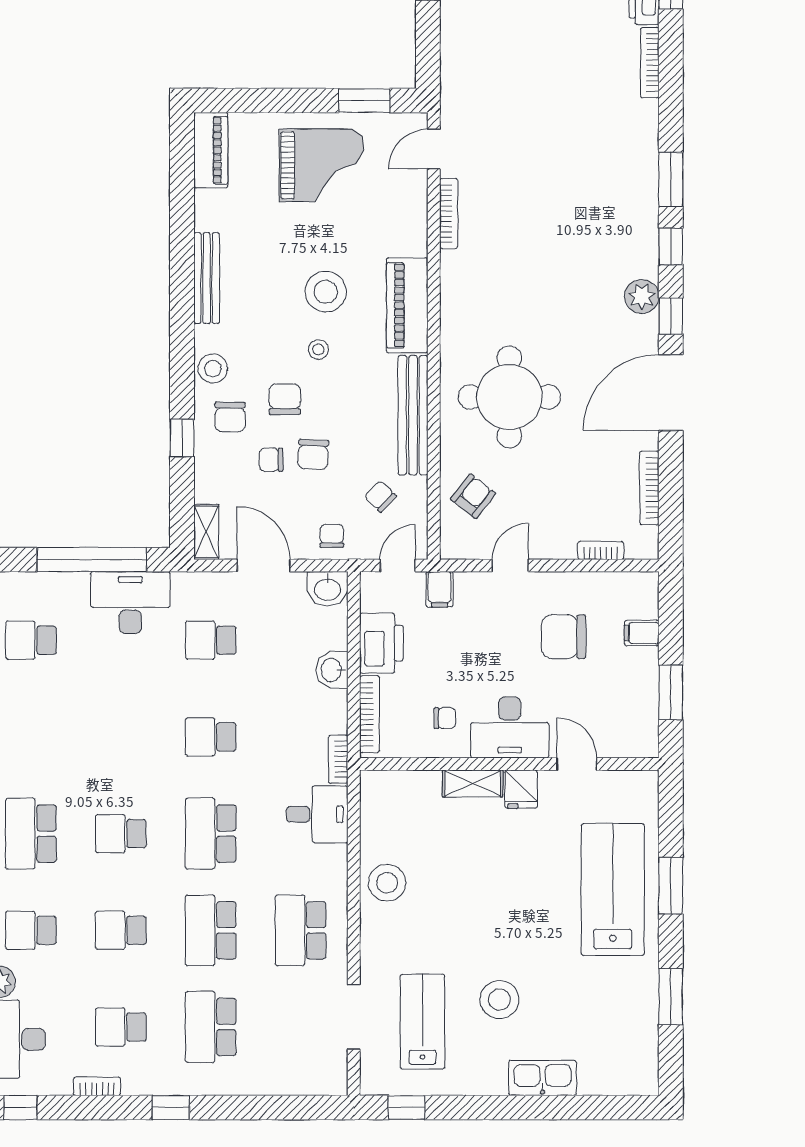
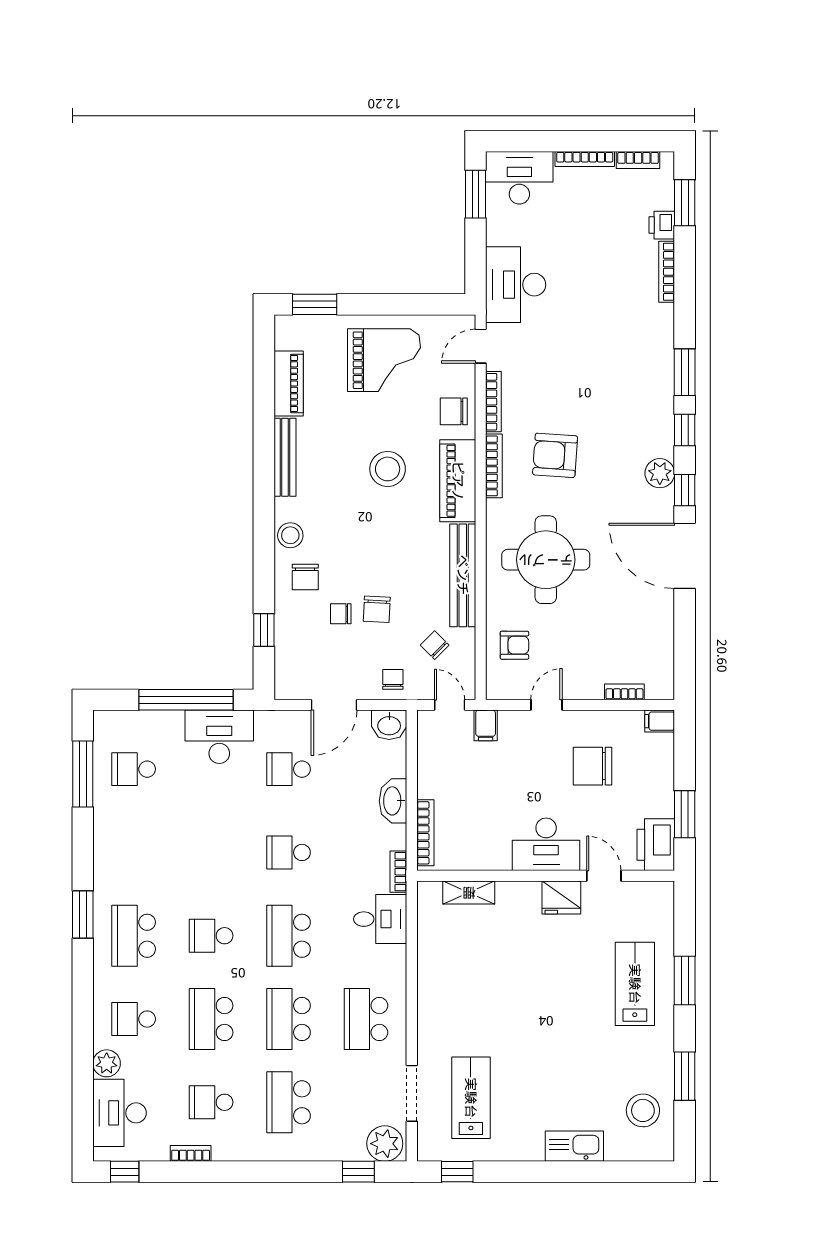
desk: (474, 78) -> (516, 285), added
window: (364, 101) -> (315, 304), moved
piano: (211, 150) -> (289, 383), moved
armchair: (520, 276) -> (555, 455), added
stool: (318, 350) -> (381, 519), removed
door: (671, 393) -> (685, 556), hinge flipped
chair: (285, 399) -> (454, 411), moved, turned -90
window: (182, 438) -> (264, 630), moved
bookcase: (649, 488) -> (494, 466), moved, turned 180
armchair: (473, 496) -> (514, 645), turned 52
shelving: (206, 532) -> (285, 676), removed
door: (264, 566) -> (334, 705), swing flipped
door: (398, 566) -> (450, 705), hinge flipped
filing cabinet: (642, 633) -> (660, 721), moved
printer: (381, 643) -> (656, 845), moved, turned 180
washbasin: (332, 670) -> (393, 801), width x1.38
chair: (445, 718) -> (490, 836), removed
shelving: (473, 783) -> (469, 893), moved
fridge: (521, 789) -> (561, 897), width x1.38
stool: (387, 883) -> (440, 978), removed
lab bench: (613, 889) -> (635, 984), width x0.73, depth x0.72
school desk: (121, 930) -> (211, 1019), width x1.85
stool: (499, 999) -> (643, 1110), moved
plant: (322, 1075) -> (385, 1144), added
window: (171, 1108) -> (358, 1172), moved

